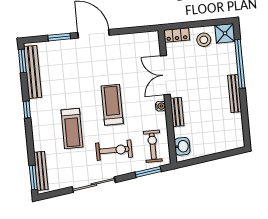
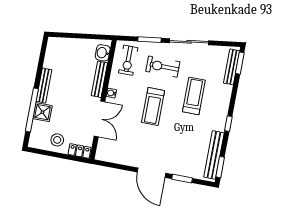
shower: (225, 33) -> (42, 112), moved
bench: (177, 112) -> (99, 79), width x1.36
window: (148, 172) -> (150, 40), moved

